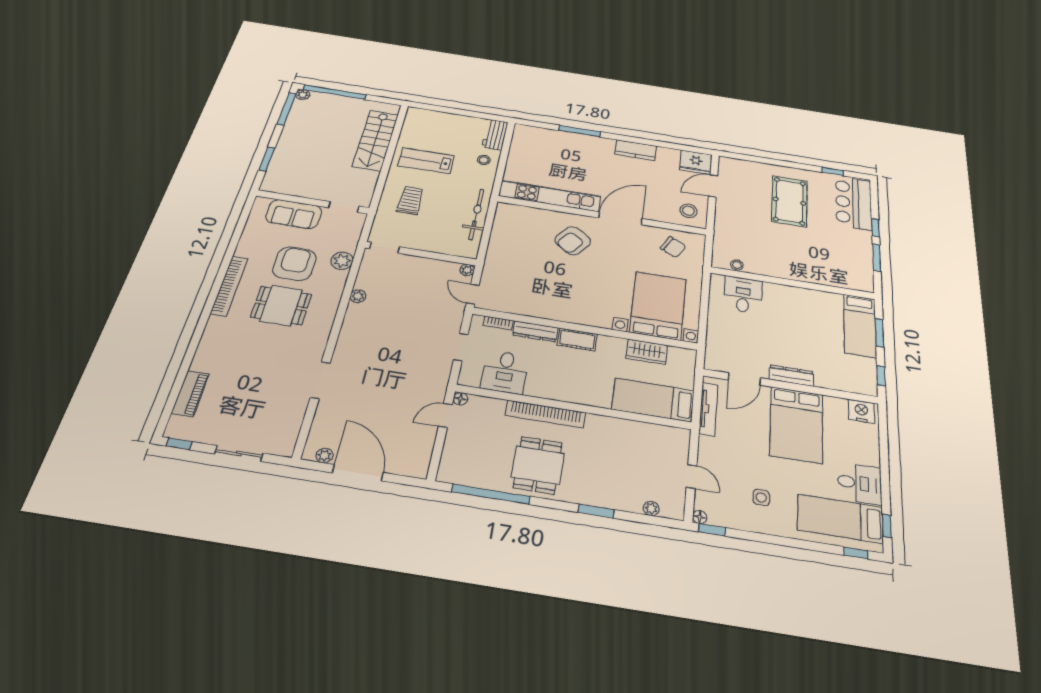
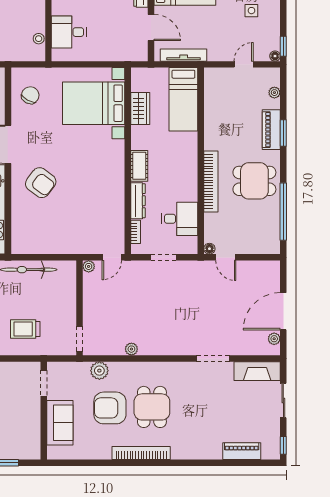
fireplace: (288, 428) -> (257, 371), added
piano: (602, 497) -> (271, 130), added

